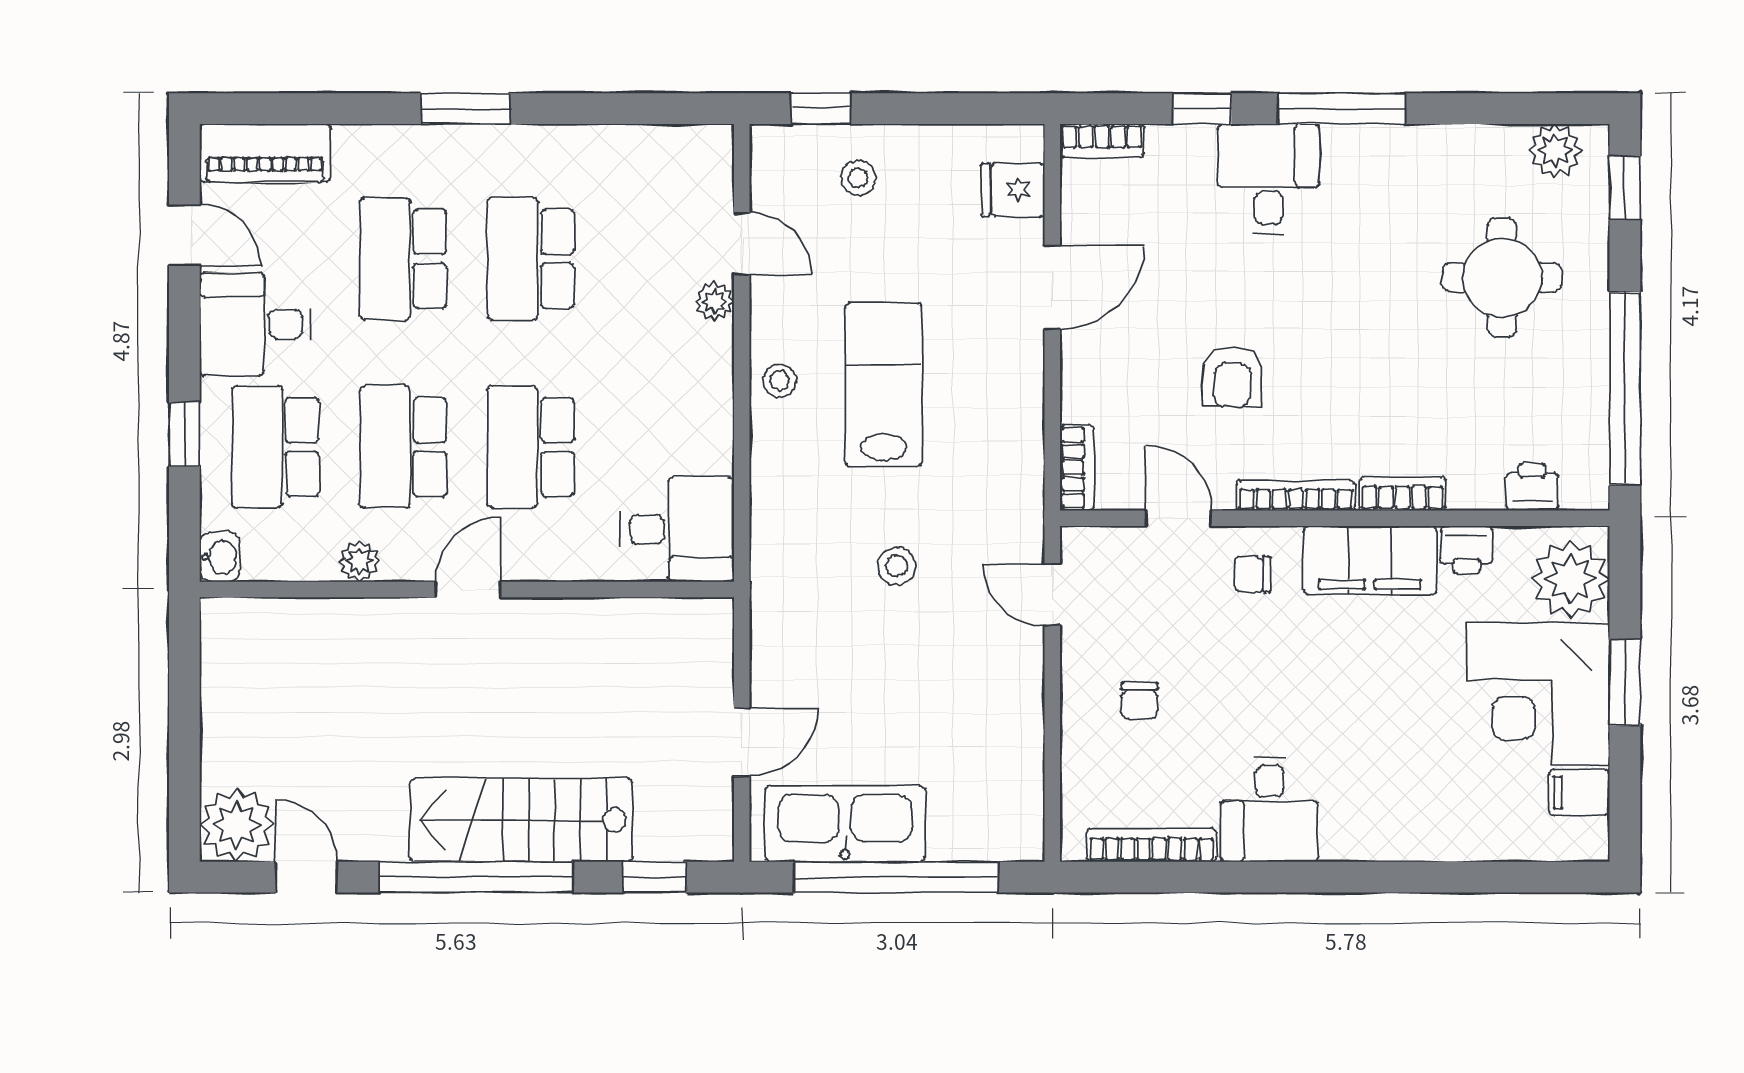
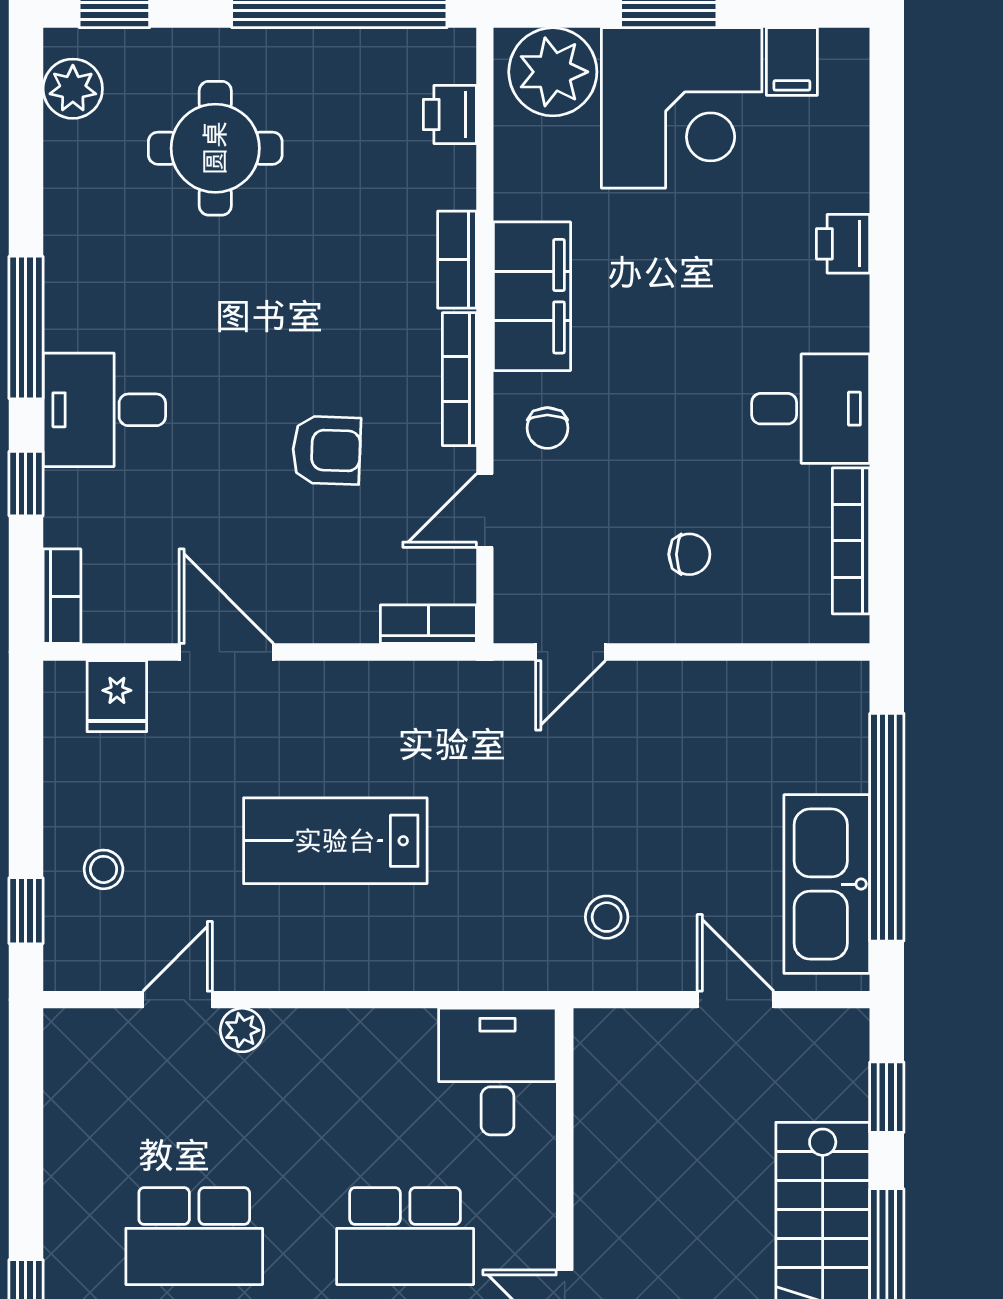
stool: (780, 381) -> (331, 957), removed
printer: (1466, 550) -> (843, 244), moved, turned 180
stool: (897, 566) -> (607, 917), moved

